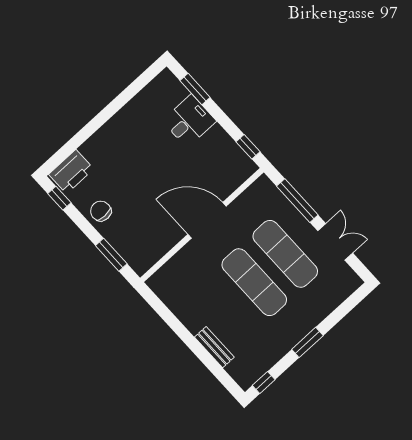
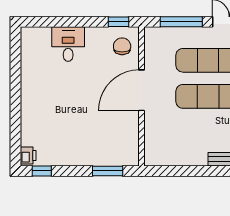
window: (195, 89) -> (51, 22), removed
printer: (71, 172) -> (28, 156), width x0.53, depth x0.68
chair: (101, 211) -> (122, 46), moved, turned 90

